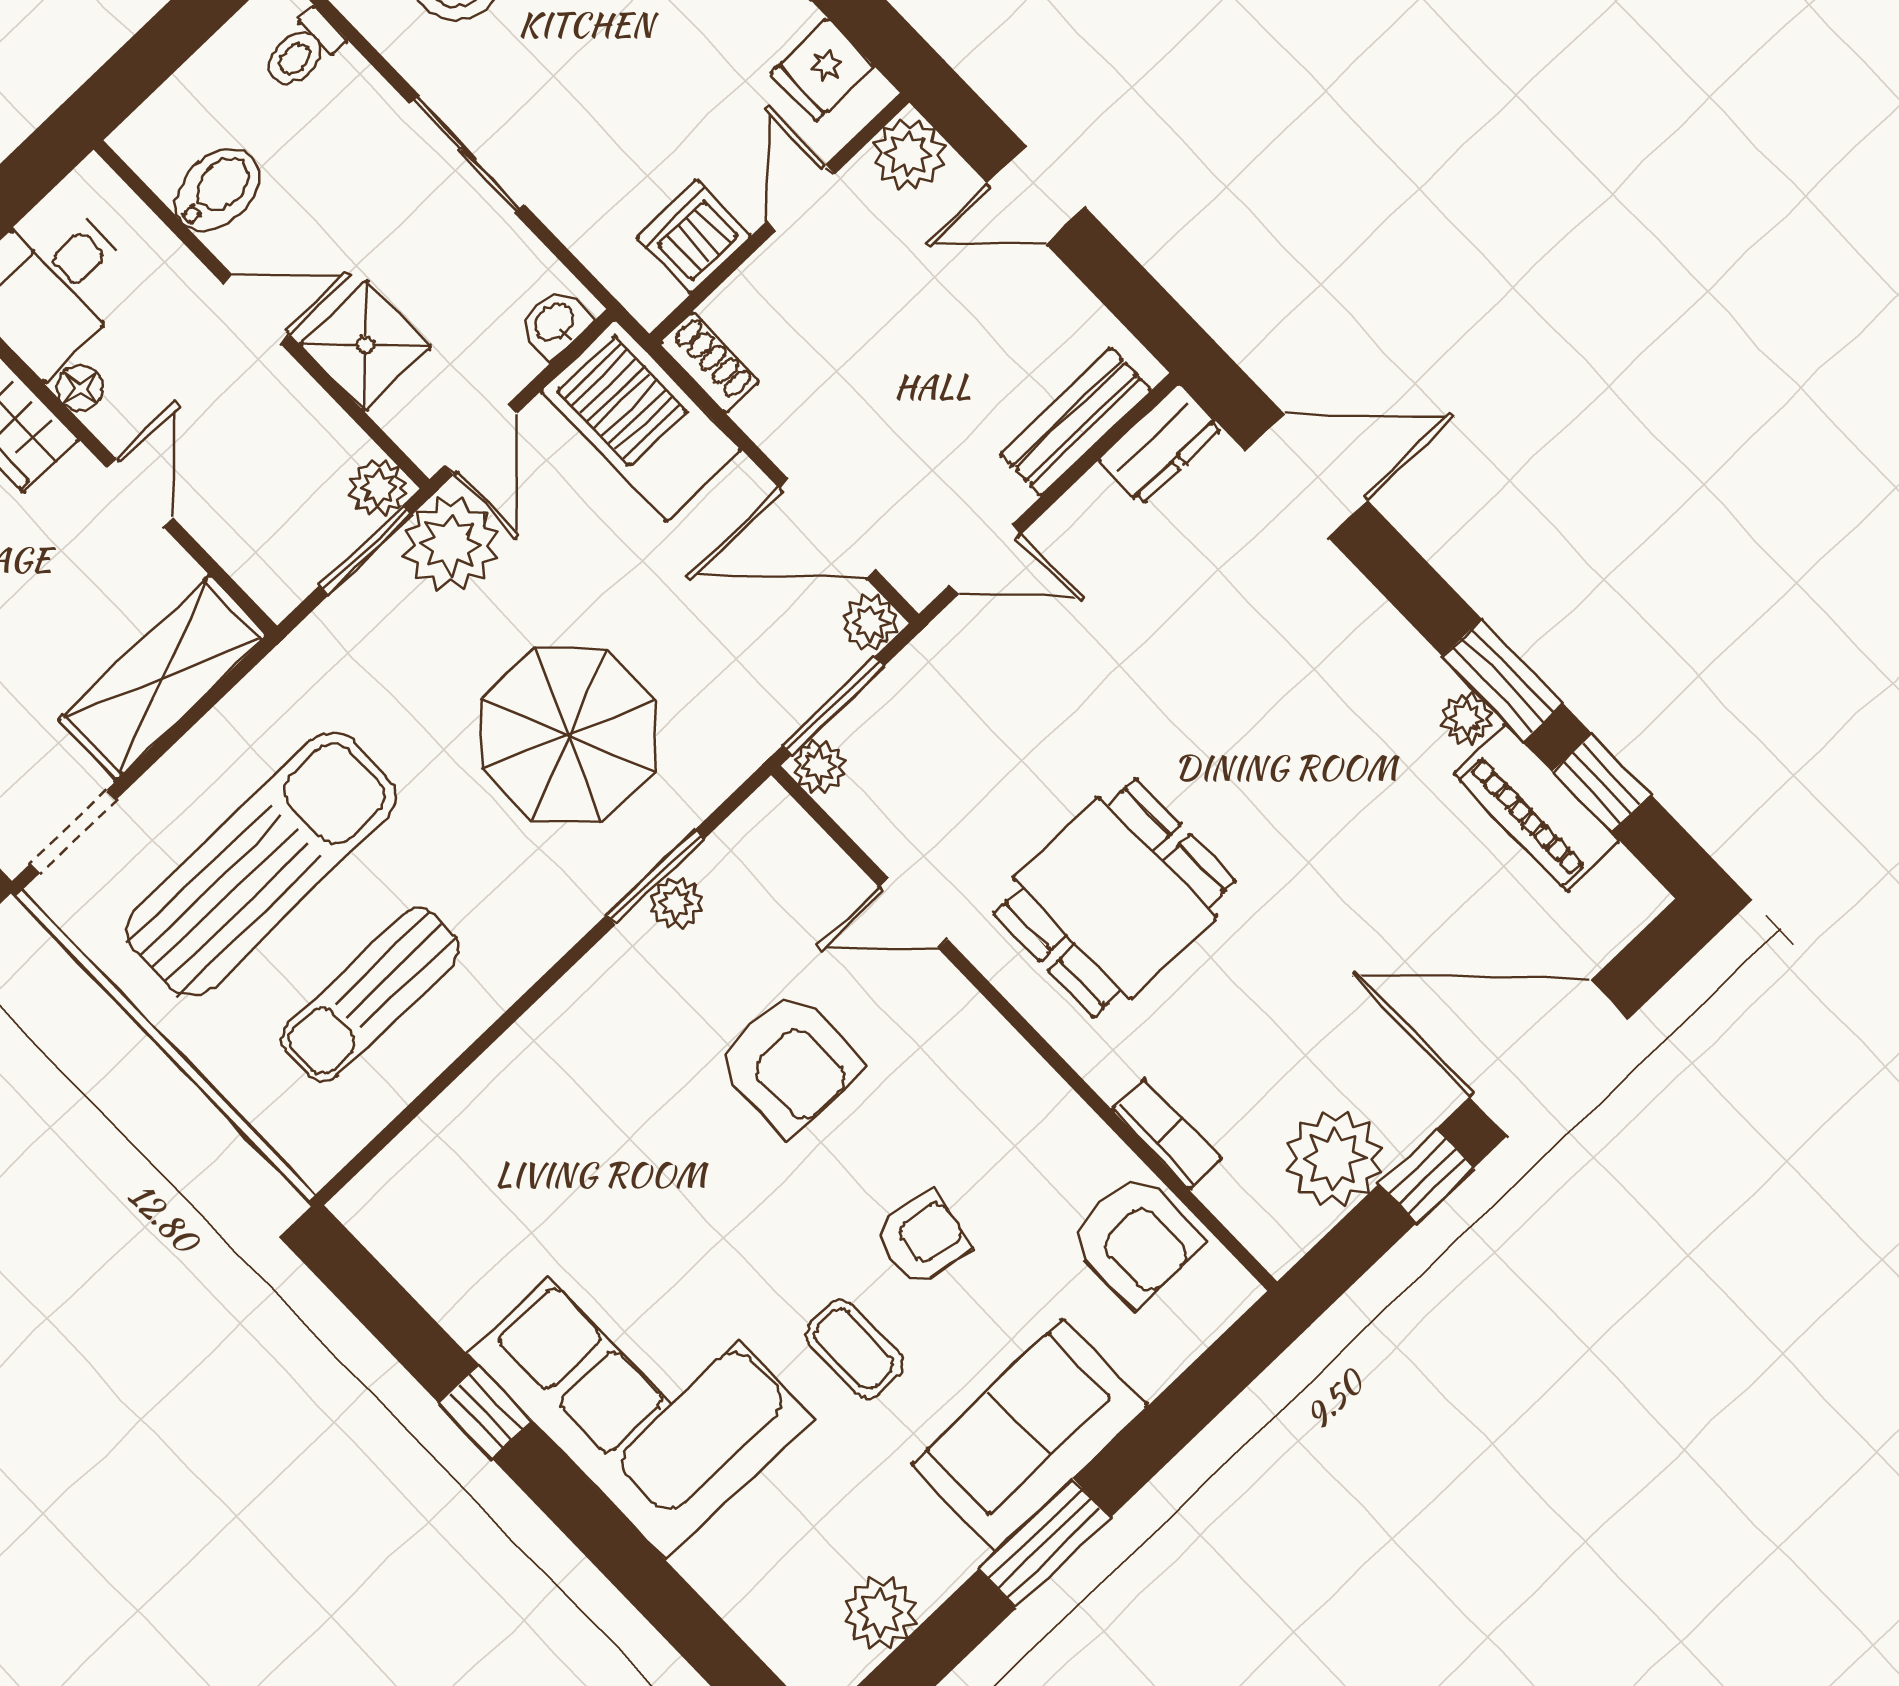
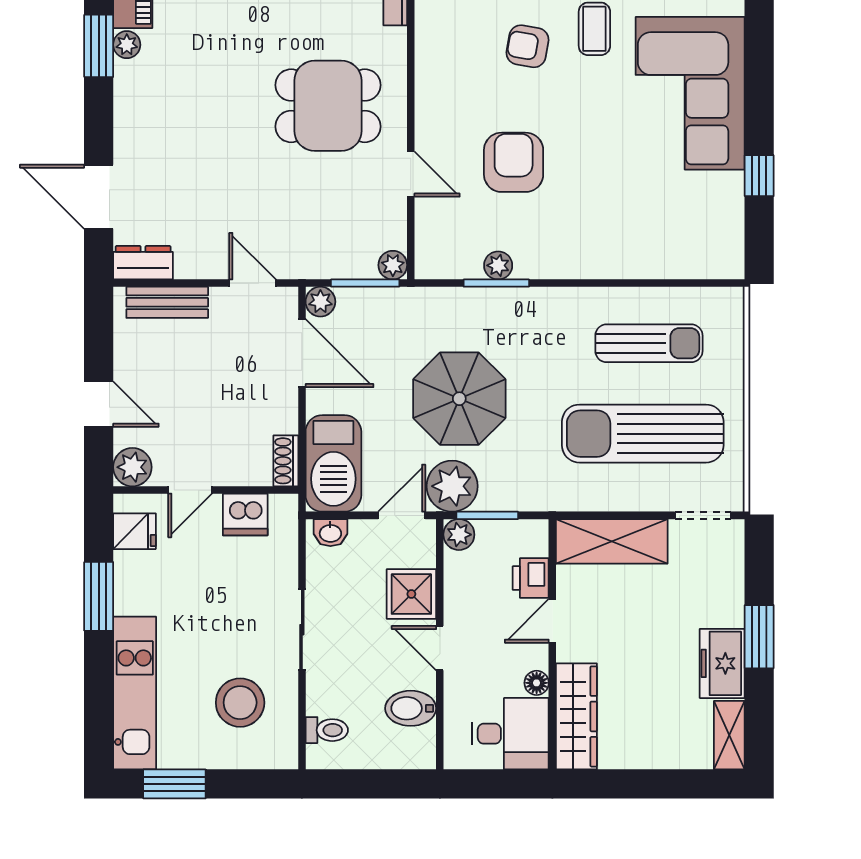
printer: (225, 522) -> (531, 578), added
parasol: (569, 734) -> (459, 399), moved
window: (485, 1412) -> (759, 176), moved

